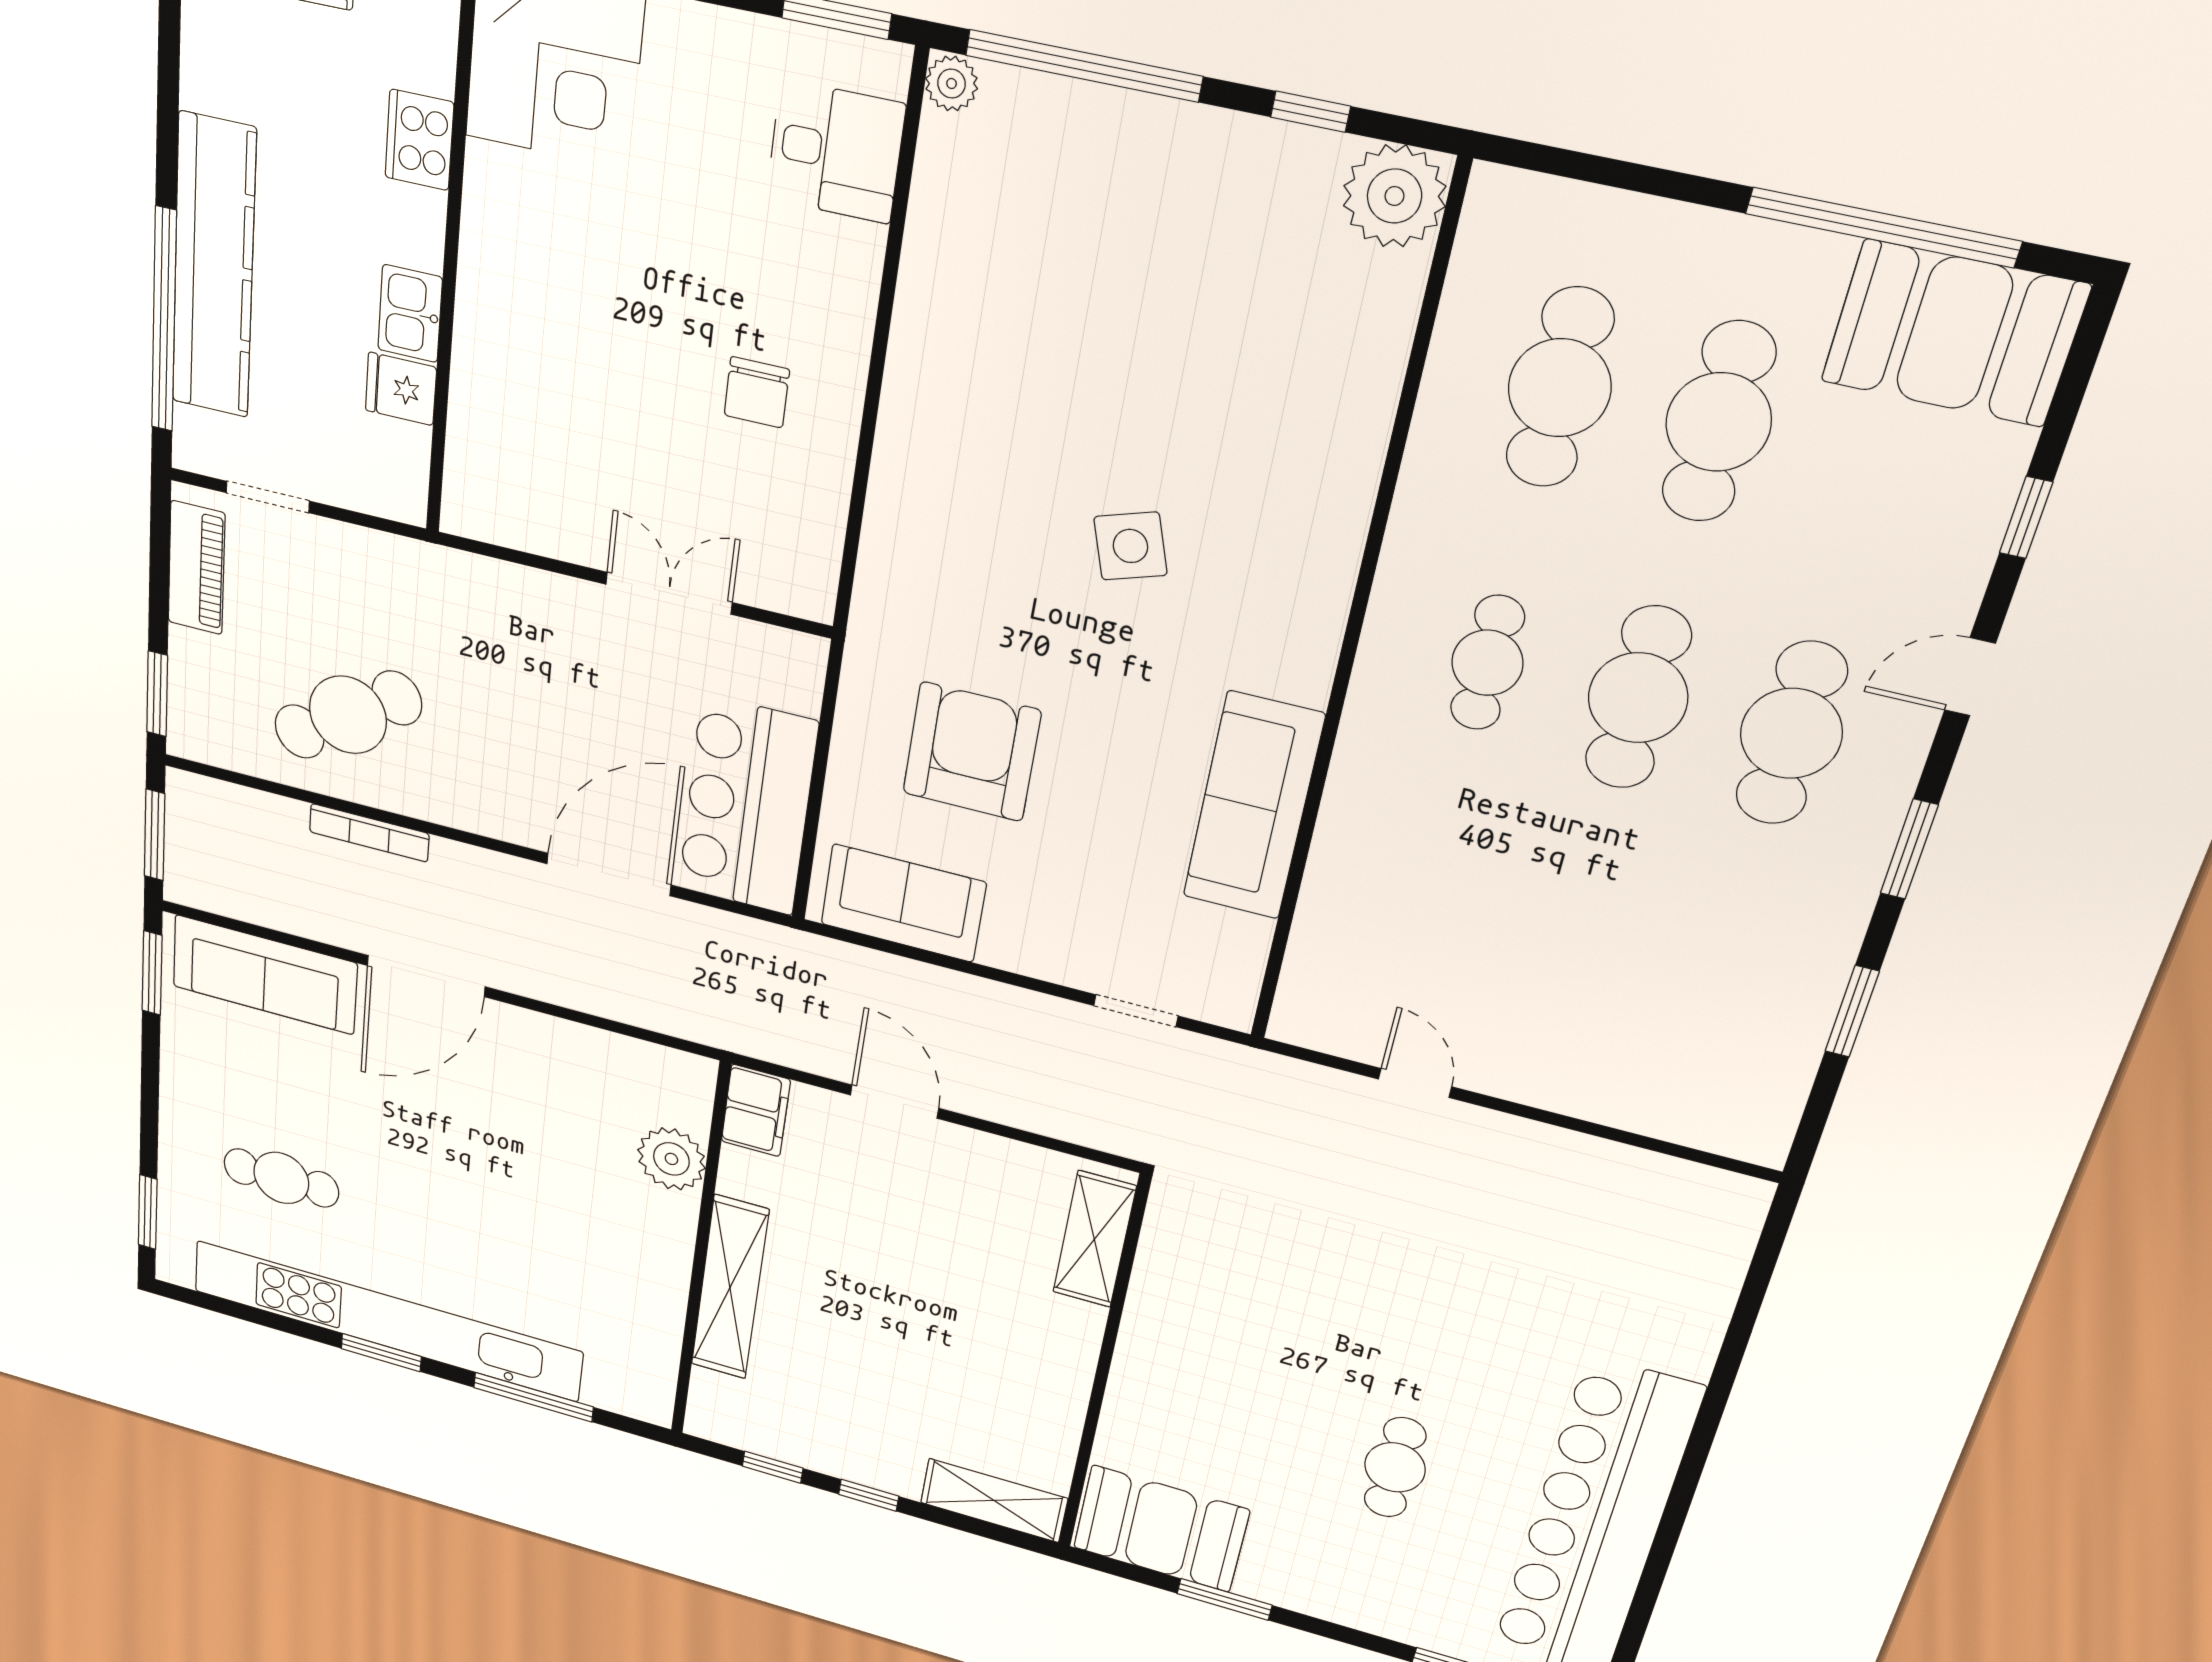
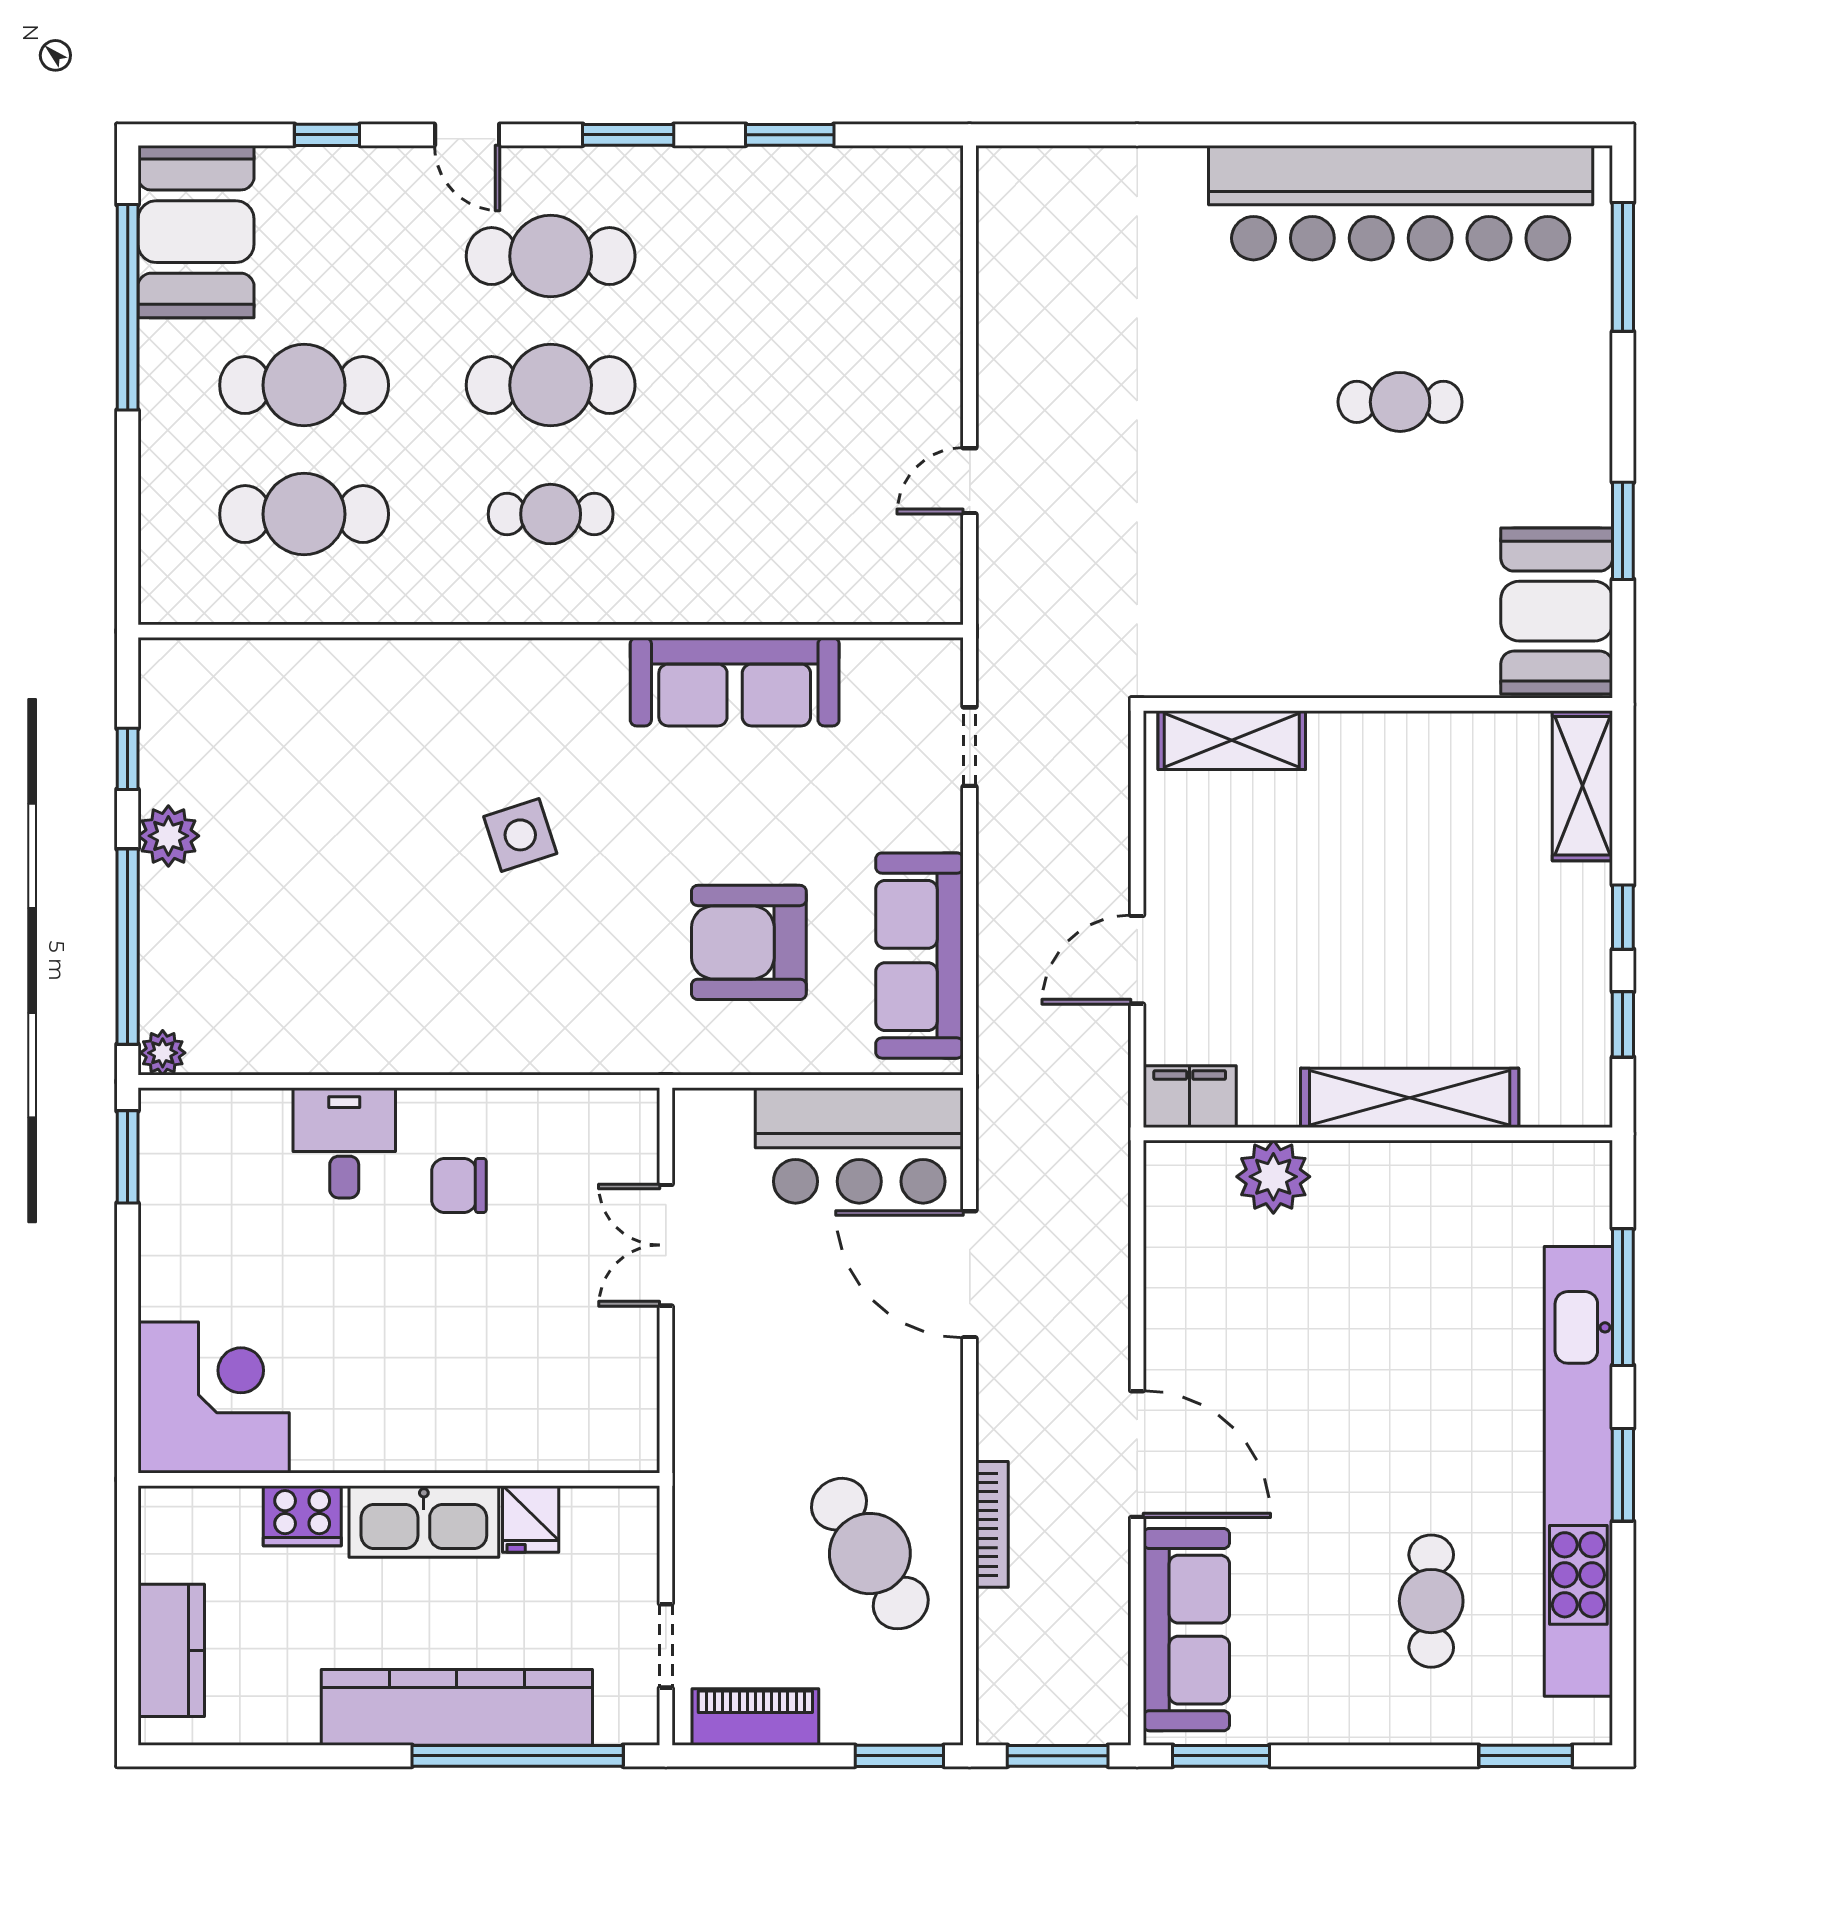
desk: (836, 152) -> (344, 1143), moved
plant: (1394, 196) -> (168, 836), moved, width x0.73, depth x0.73
kitchen sink: (410, 314) -> (424, 1521), width x1.88, depth x1.24
chair: (757, 392) -> (459, 1185), turned 180
sofa: (903, 903) -> (920, 956), width x1.36

